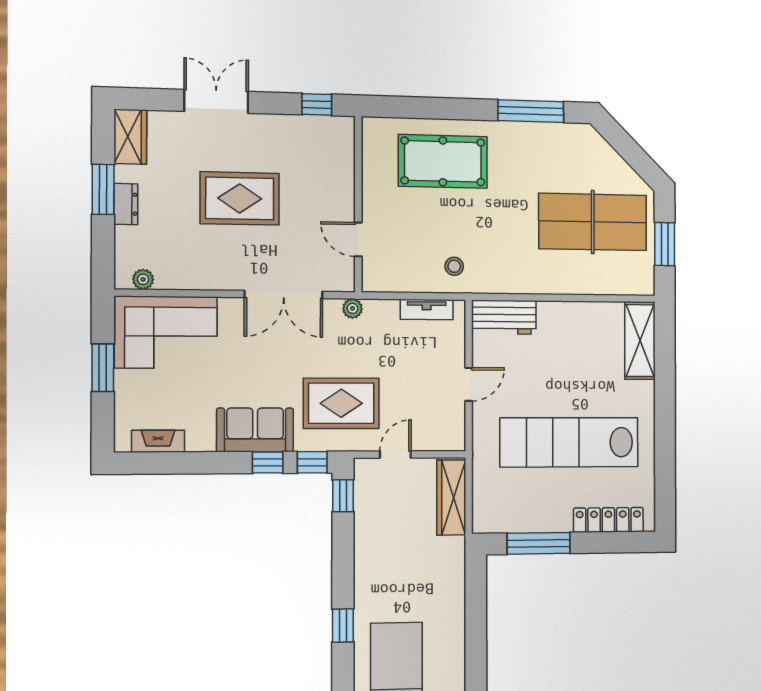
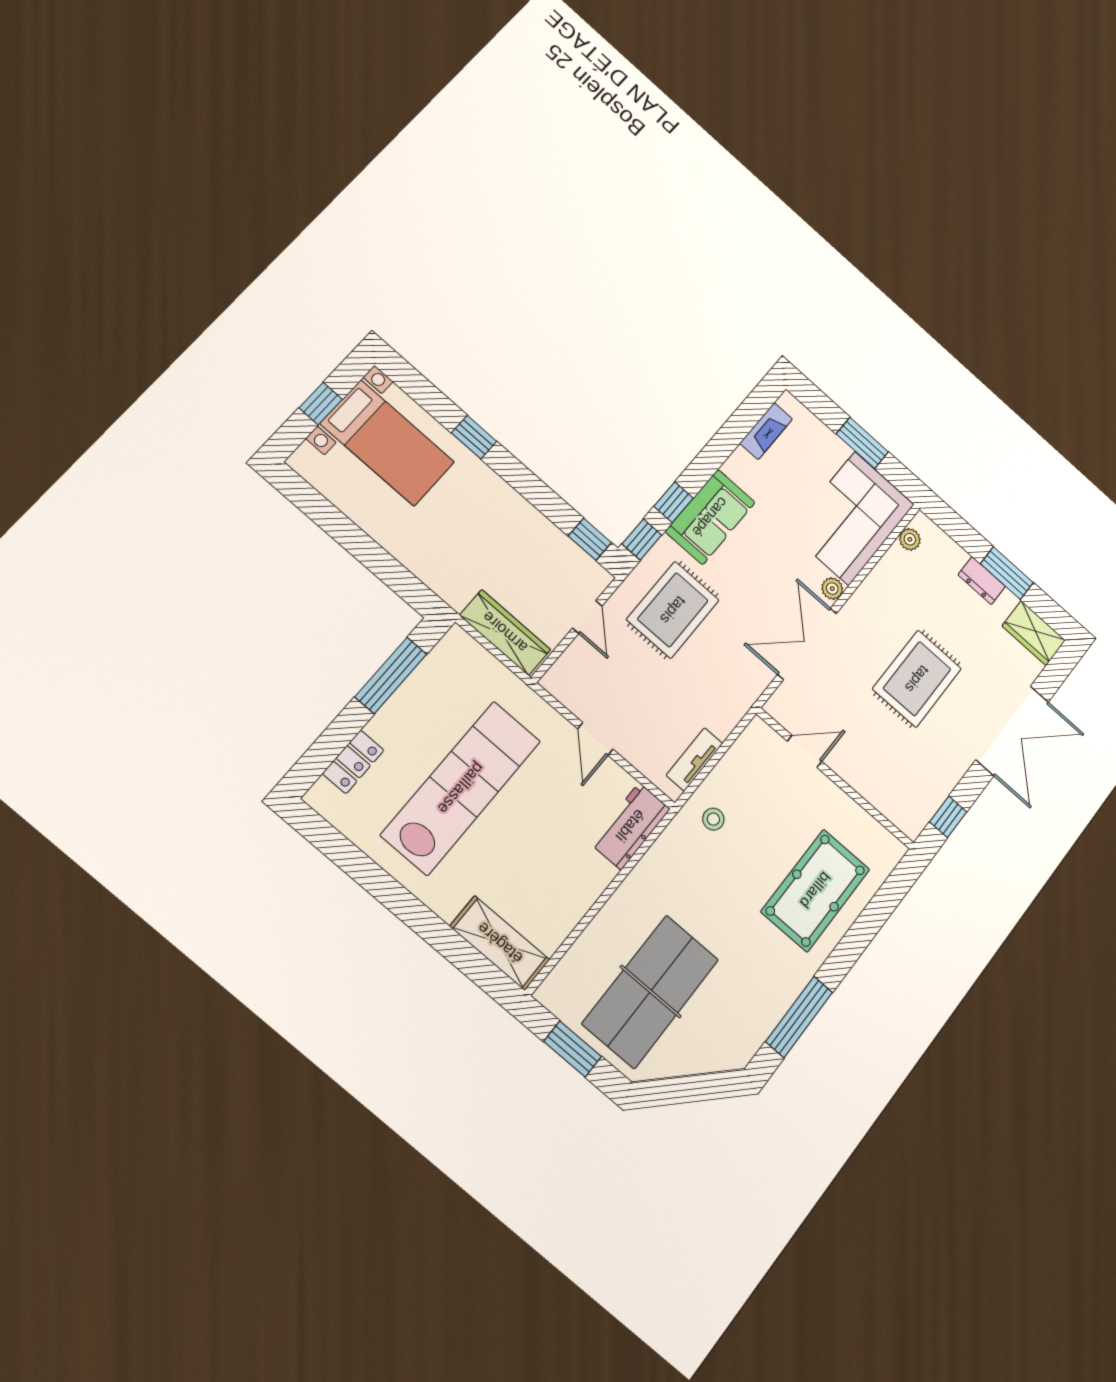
double door: (216, 101) -> (1012, 731), width x1.37
plant: (352, 308) -> (832, 589), moved
locker: (608, 520) -> (353, 762), width x0.66

